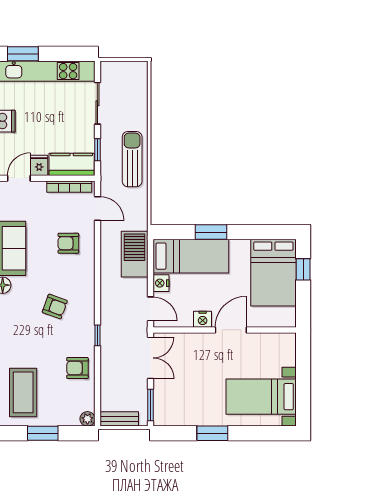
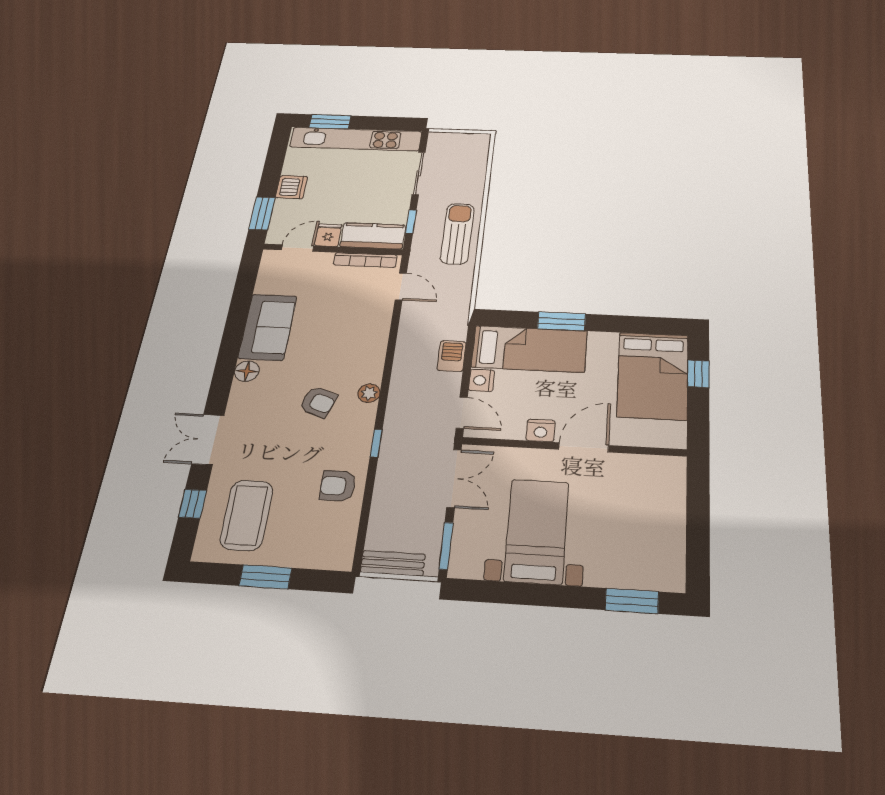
armchair: (68, 243) -> (352, 325), removed
barbecue: (135, 254) -> (452, 356), width x0.53, depth x0.65
bed with nightstands: (261, 397) -> (537, 531), moved, turned 90
plant: (87, 419) -> (369, 393), moved
window: (212, 433) -> (632, 601), moved

